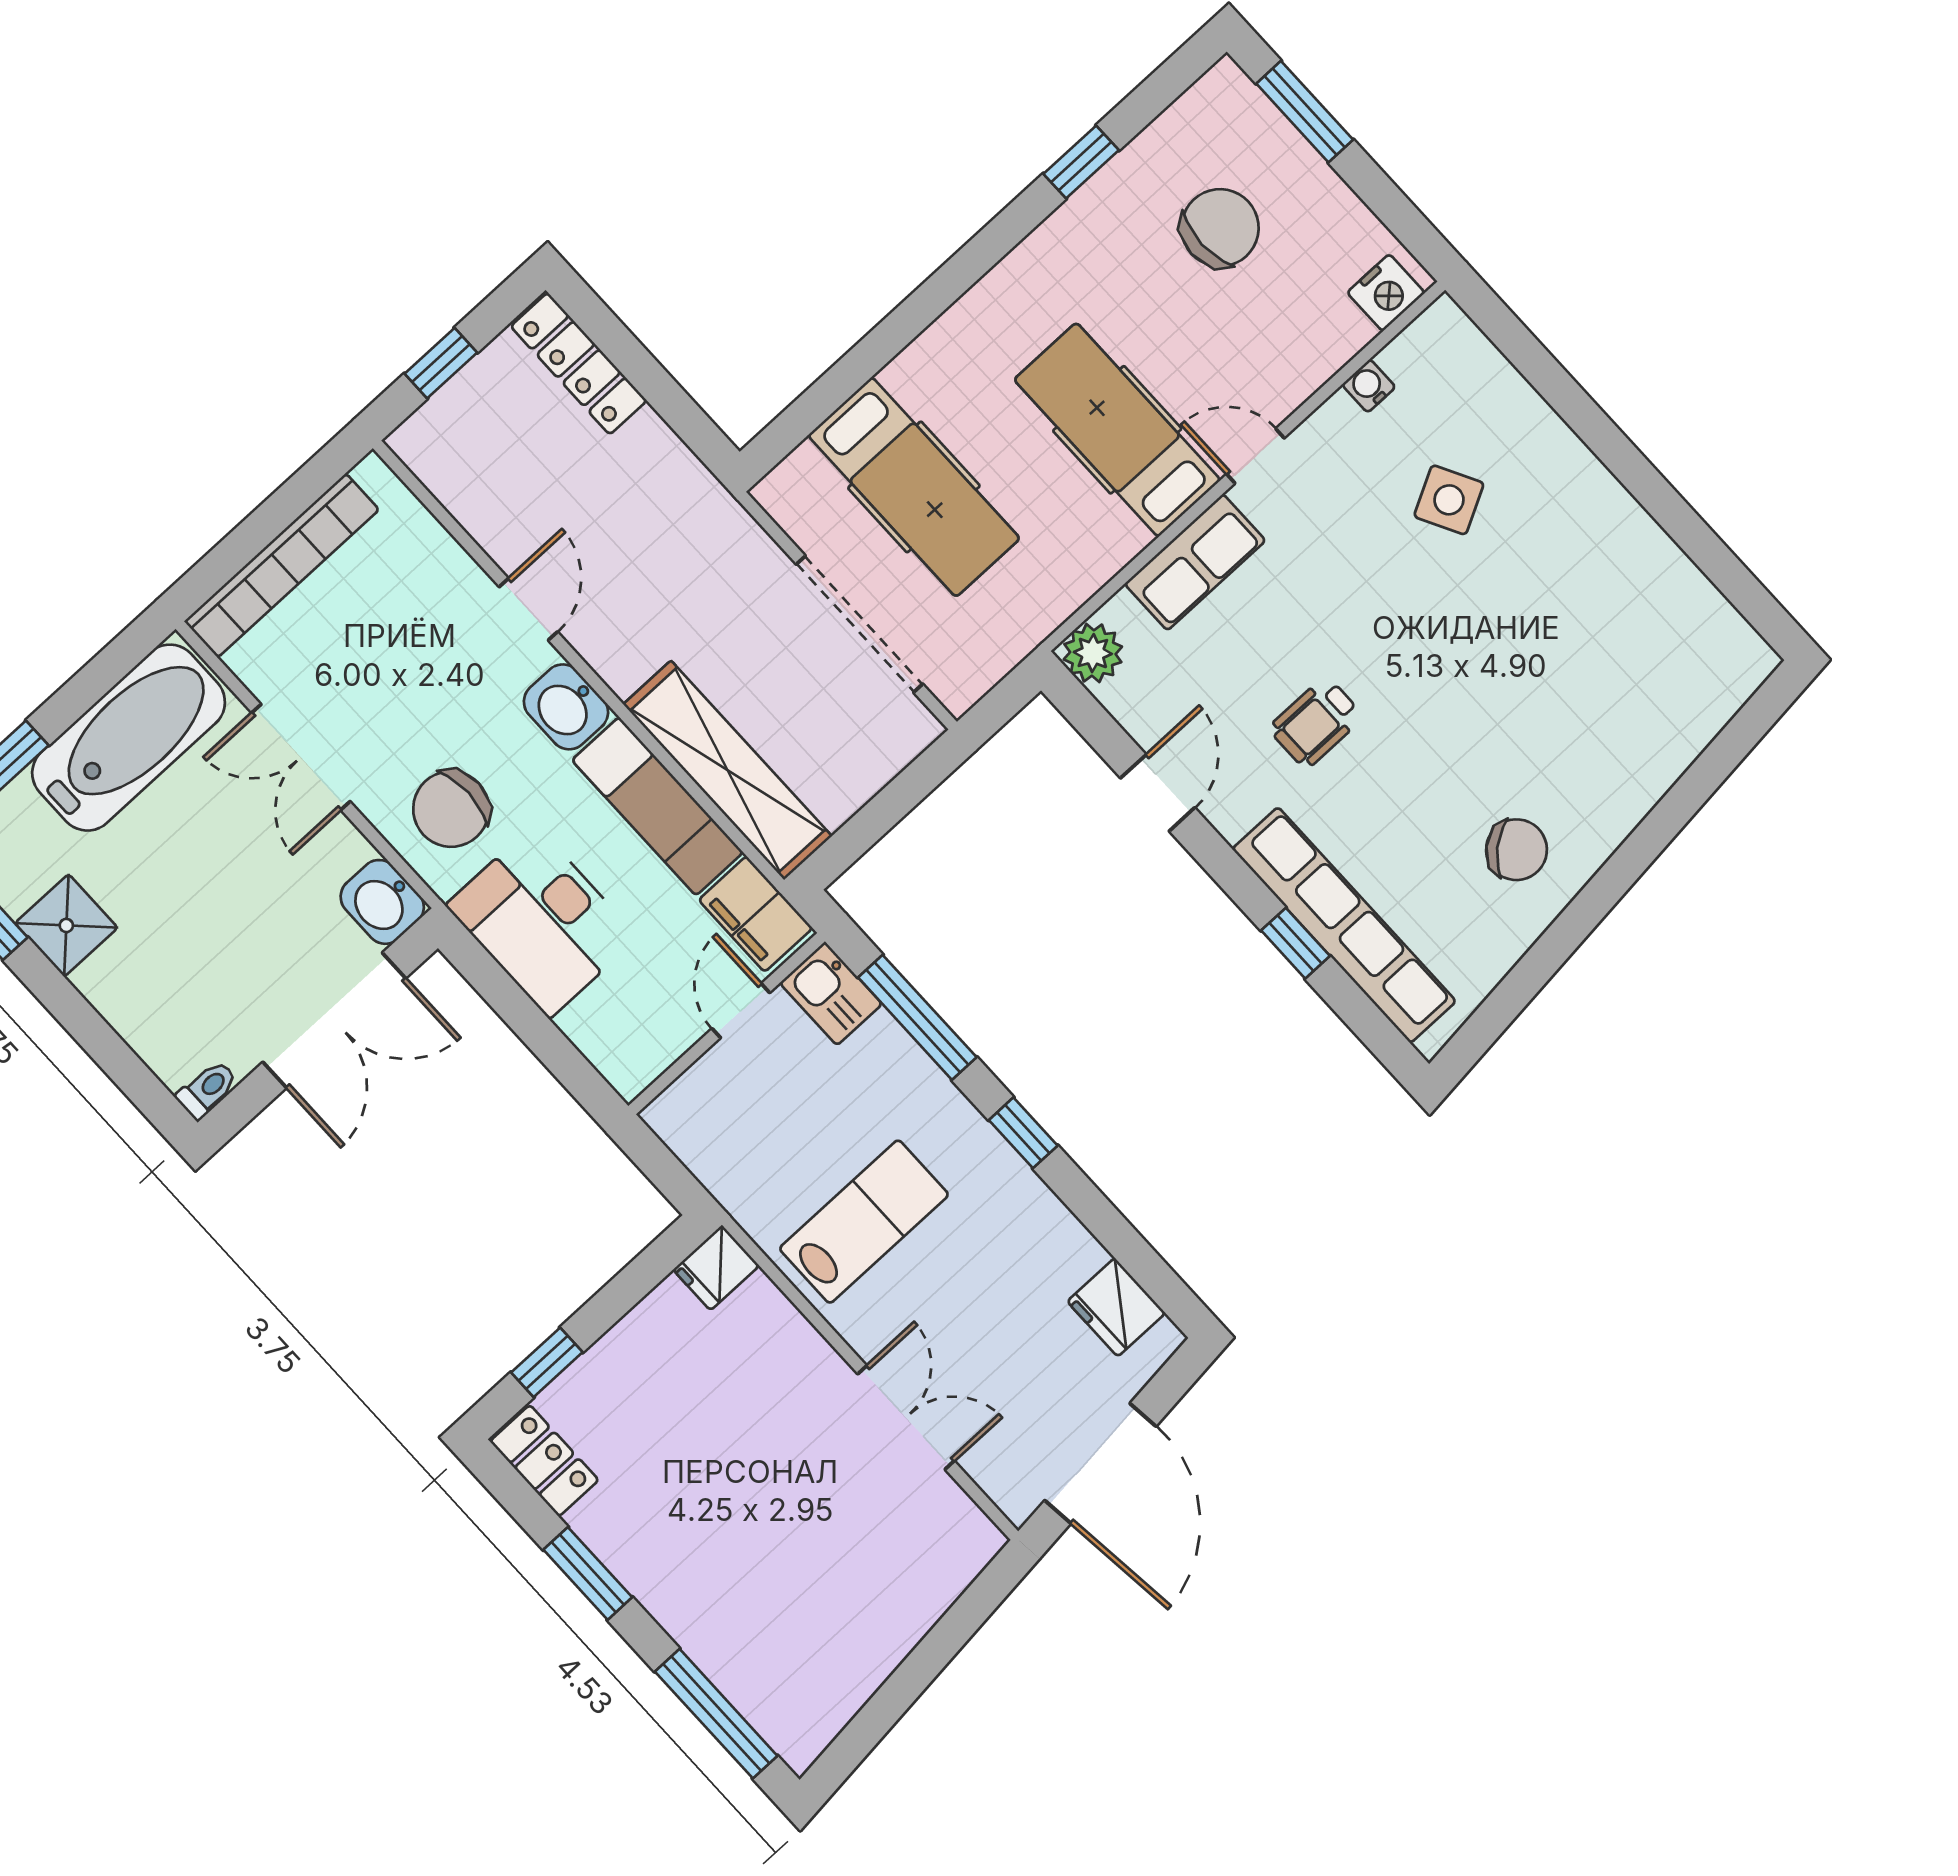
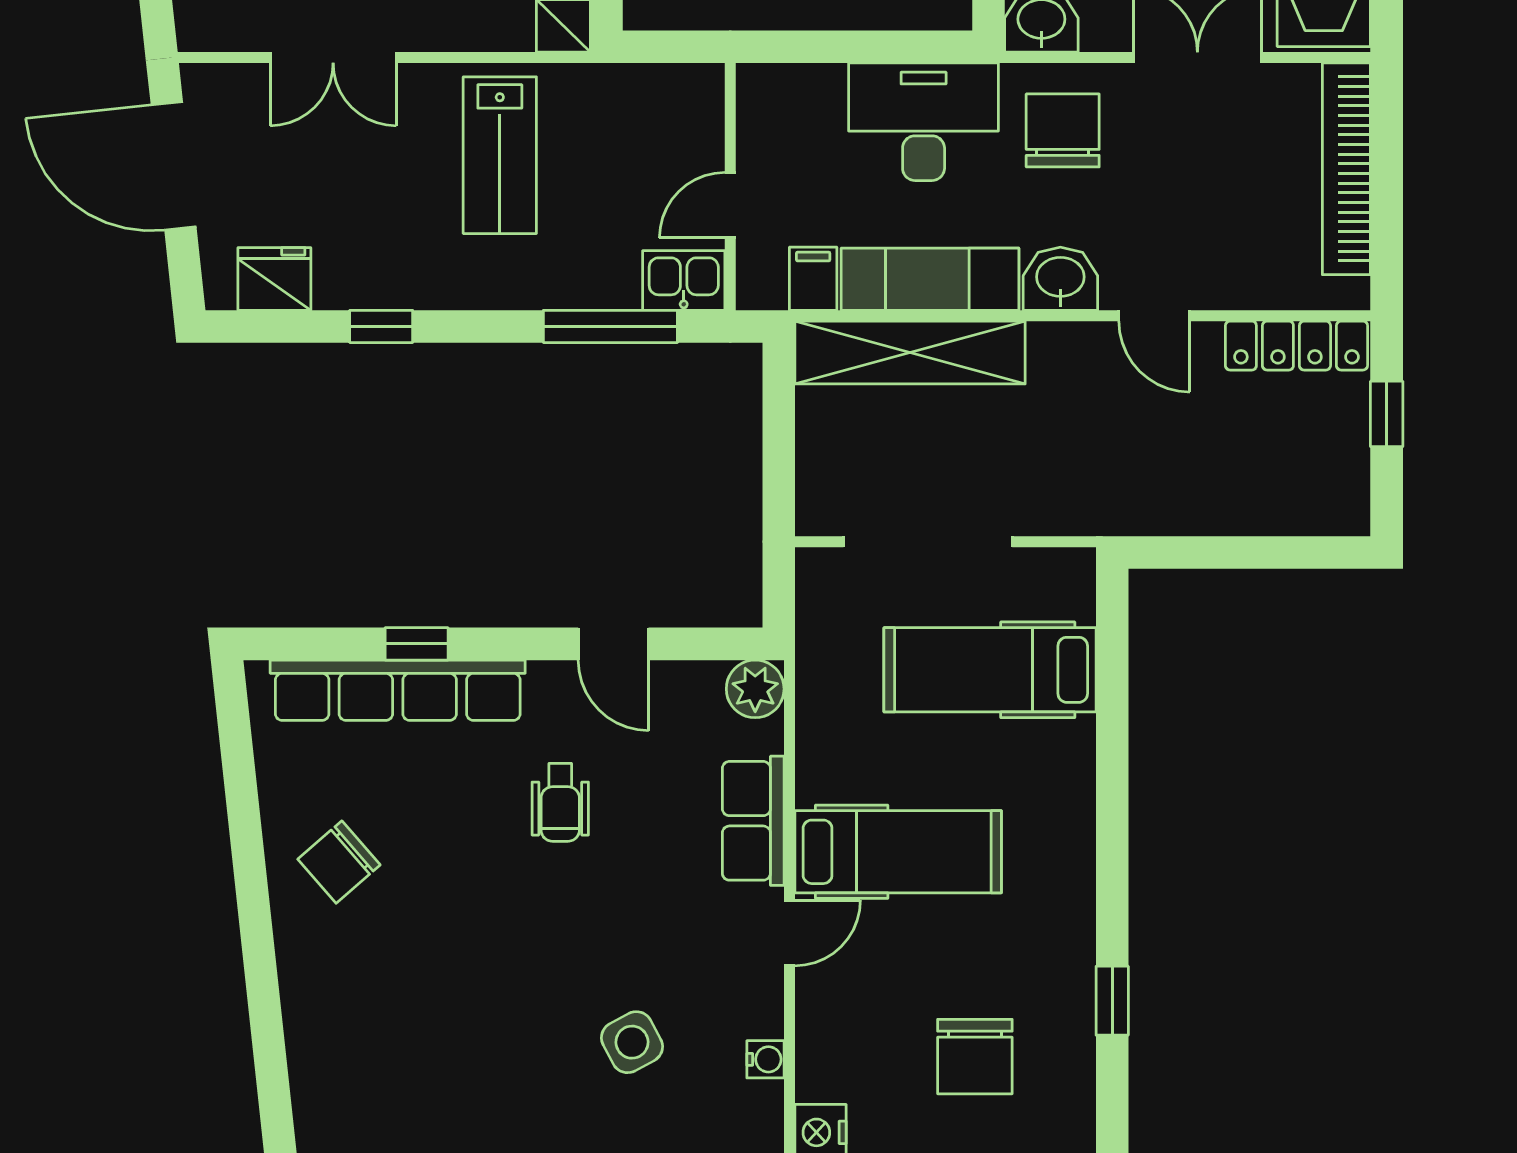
locker: (579, 364) -> (1296, 346), moved, turned 180
wheelchair: (1316, 723) -> (560, 802), turned 180
filing cabinet: (756, 914) -> (813, 279), width x0.50
door: (741, 1011) -> (730, 205), swing flipped
window: (1023, 1133) -> (381, 326), moved

